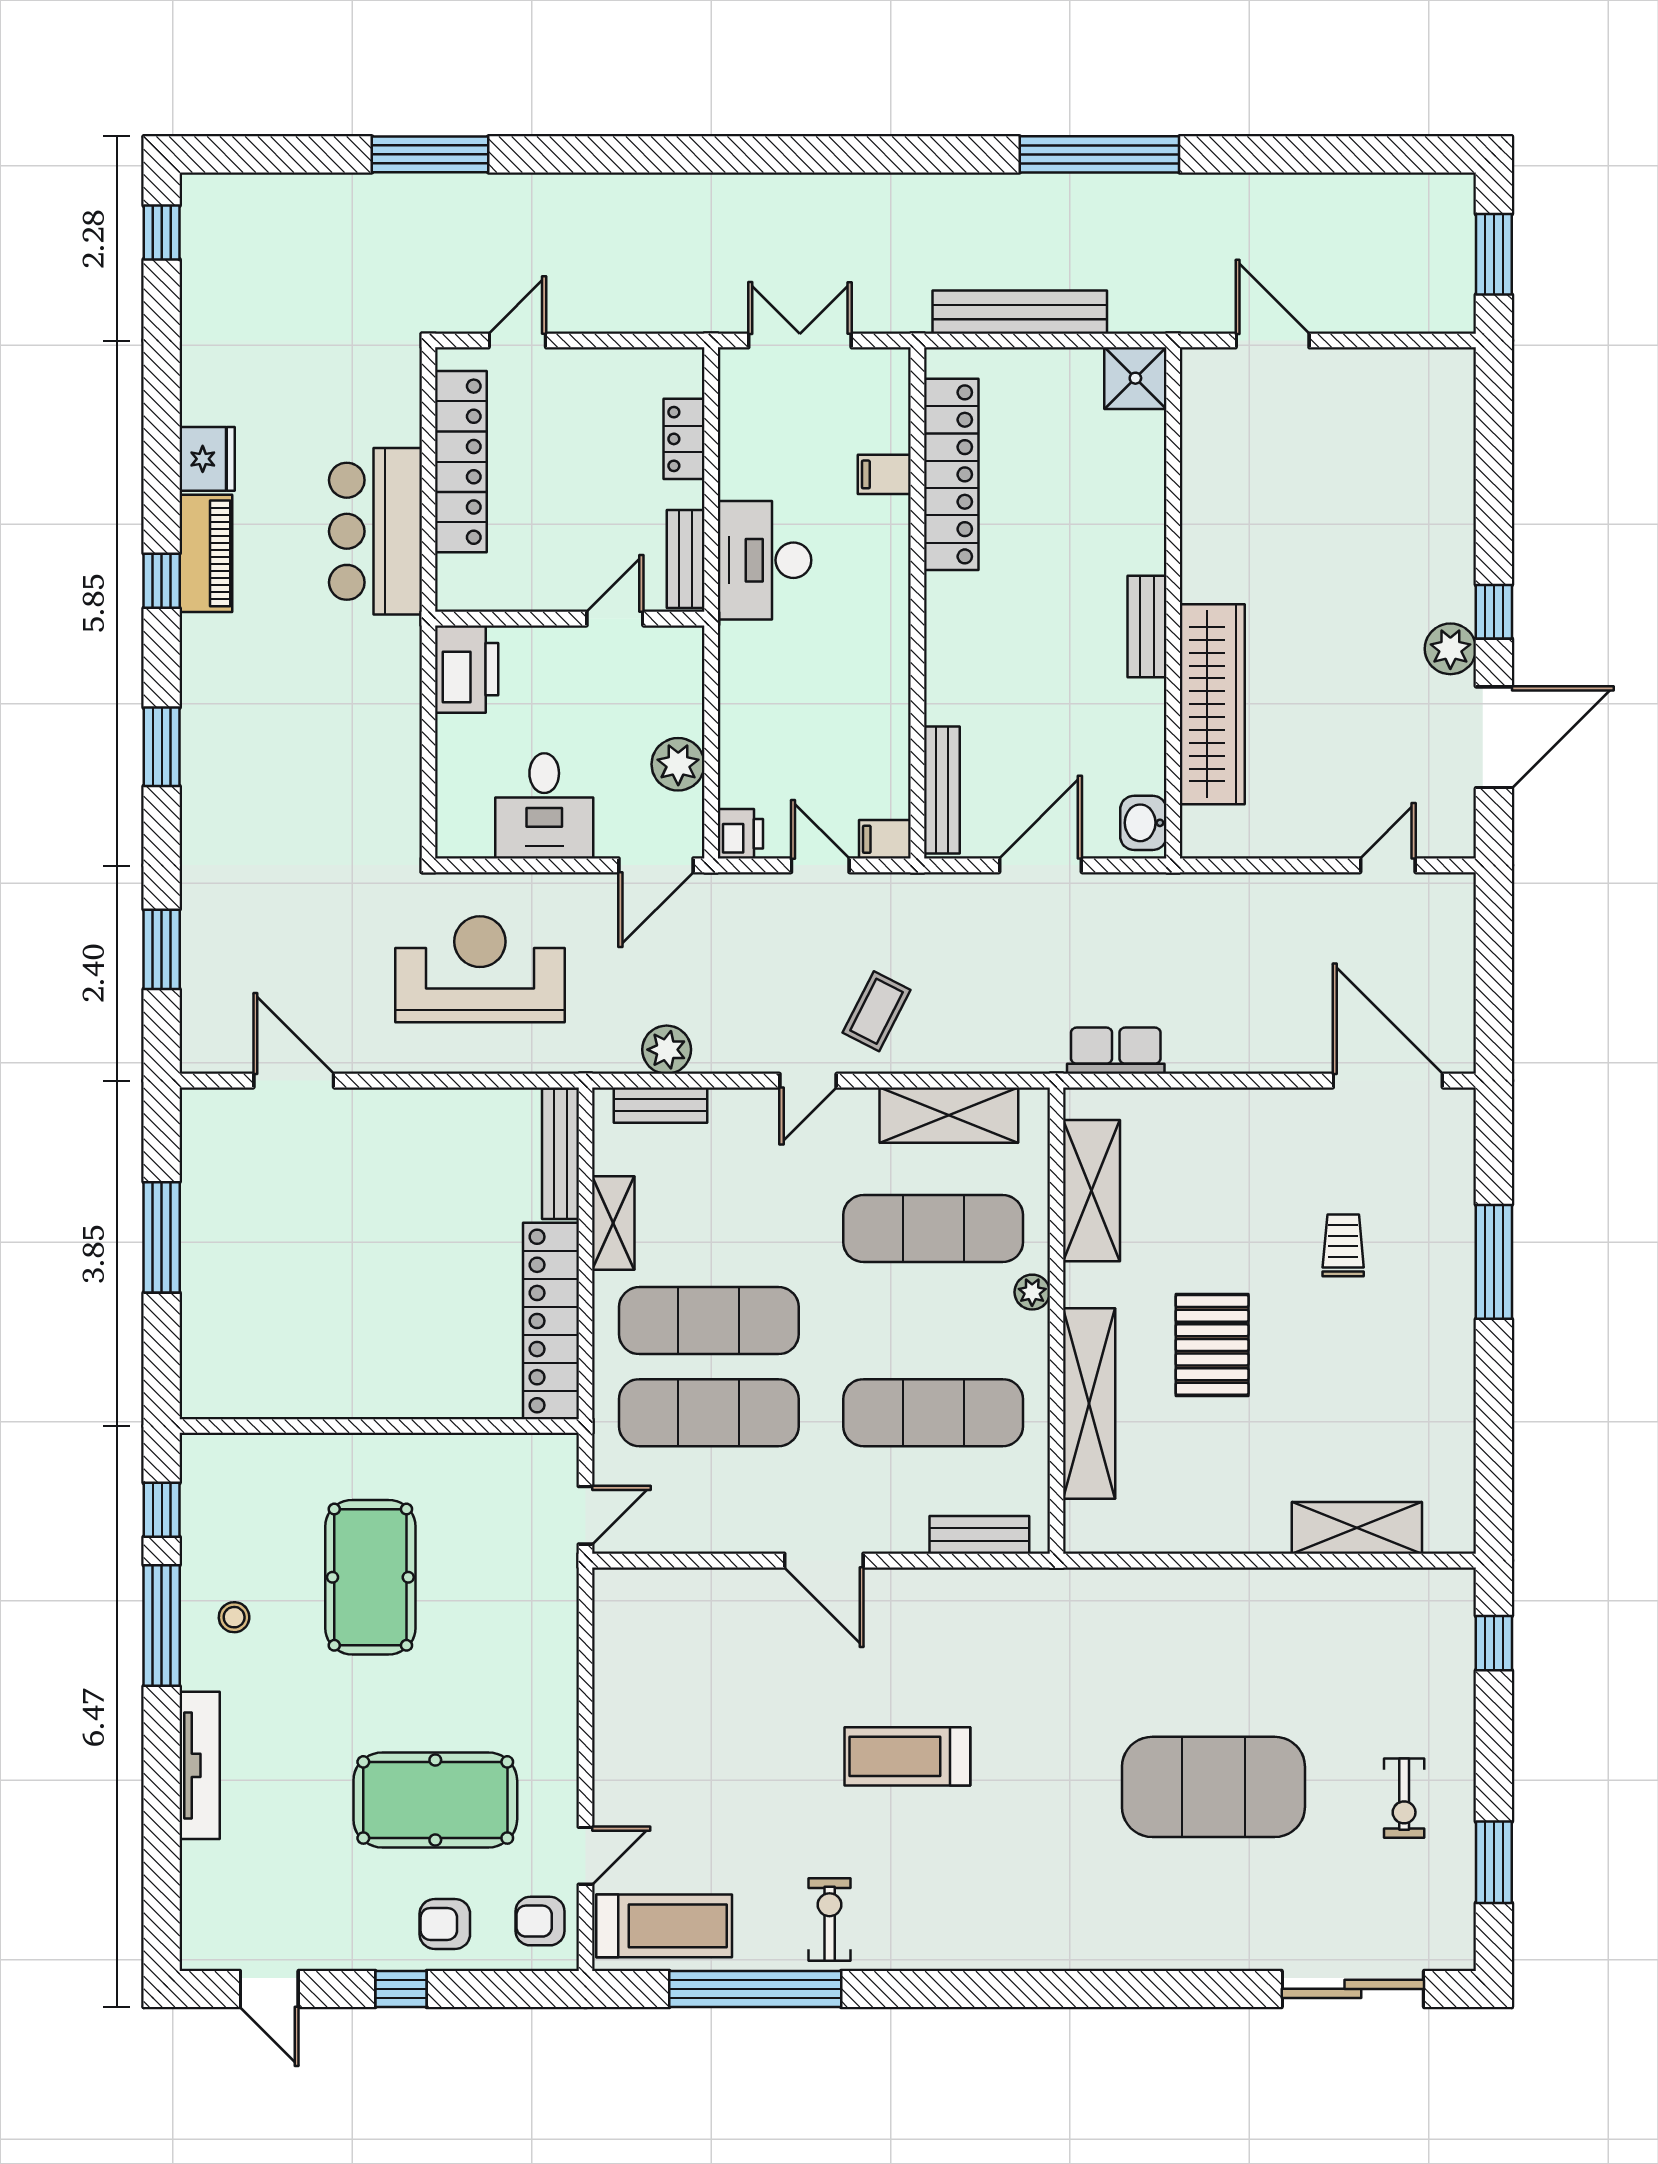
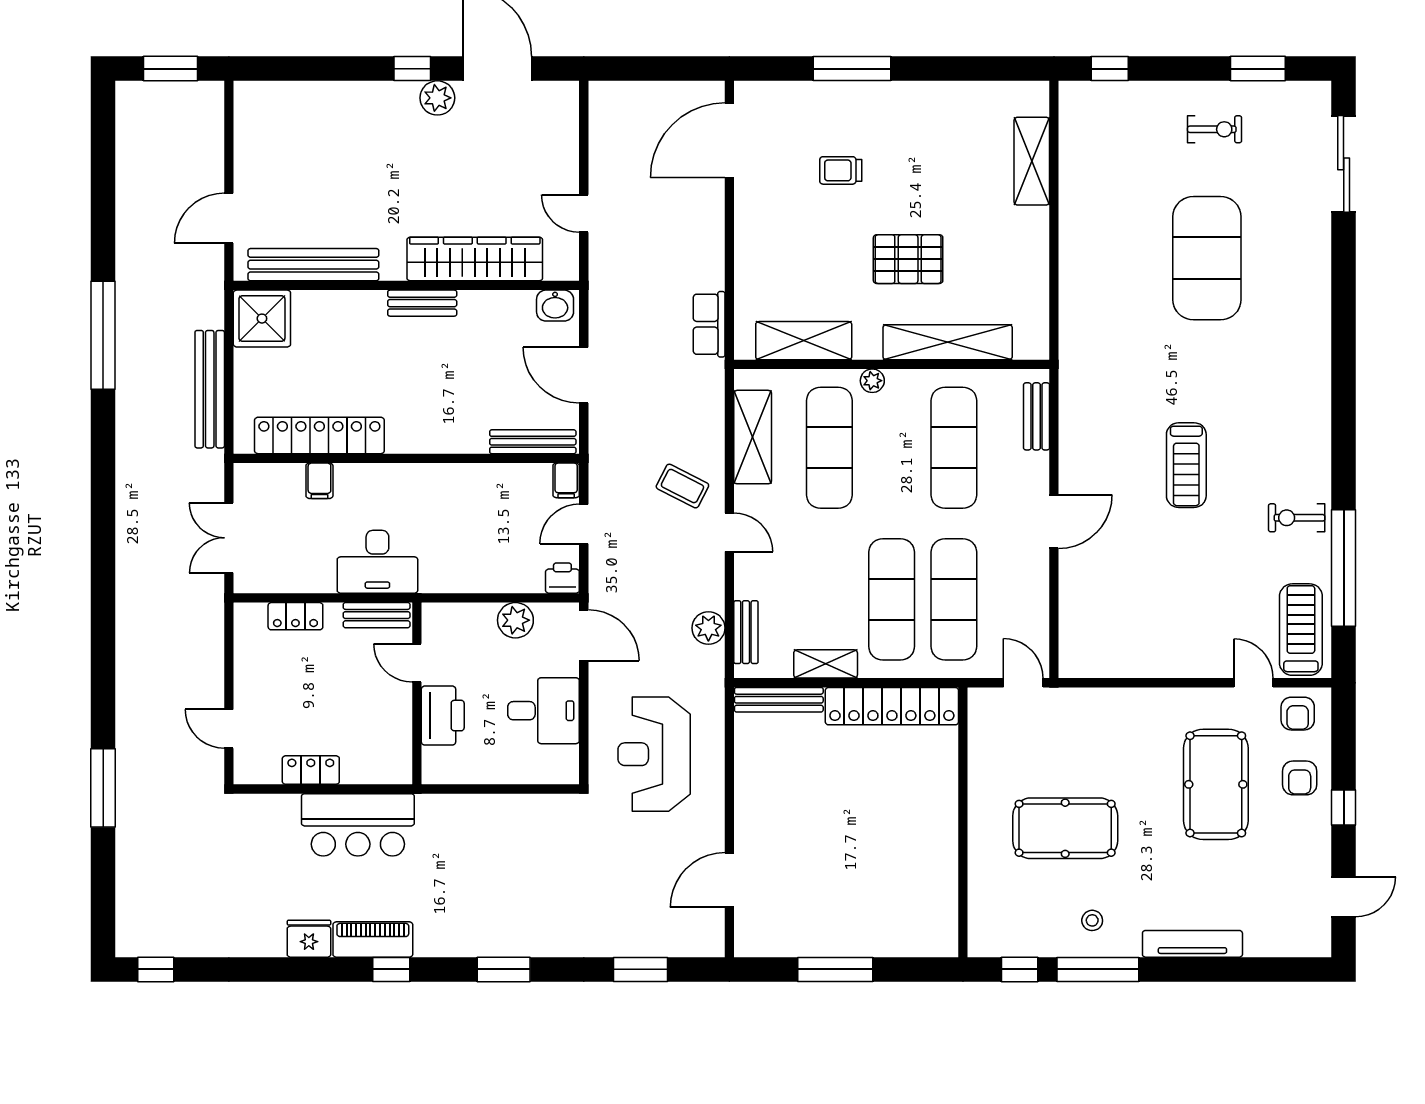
shower: (1135, 378) -> (262, 319), width x1.36, depth x1.36
locker: (461, 462) -> (311, 770), width x0.46, depth x0.83
bench: (1204, 465) -> (313, 265), added
printer: (467, 669) -> (443, 716), moved, turned 90
door: (1388, 865) -> (584, 214), moved

